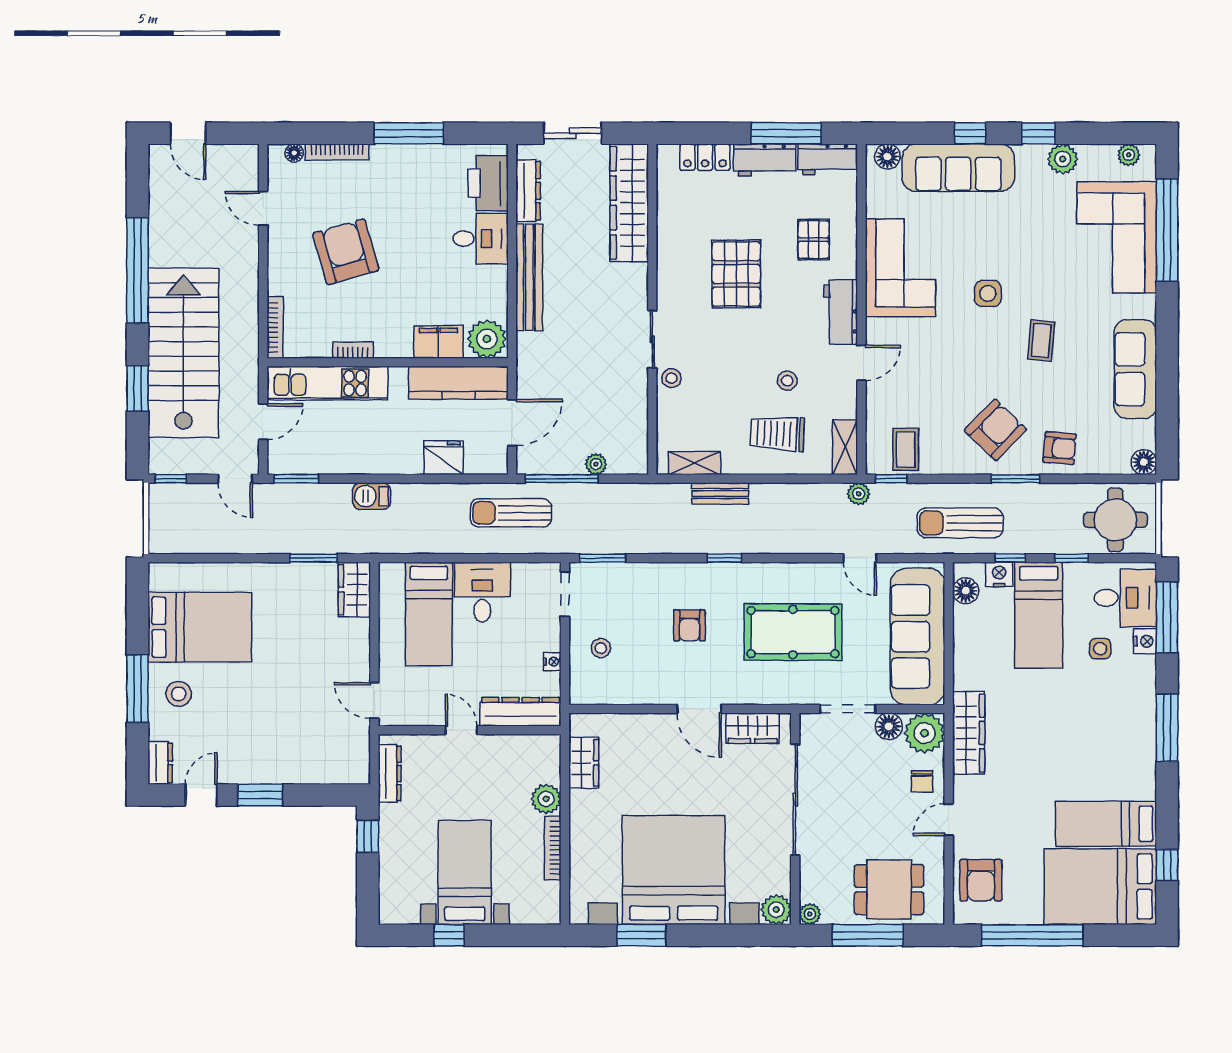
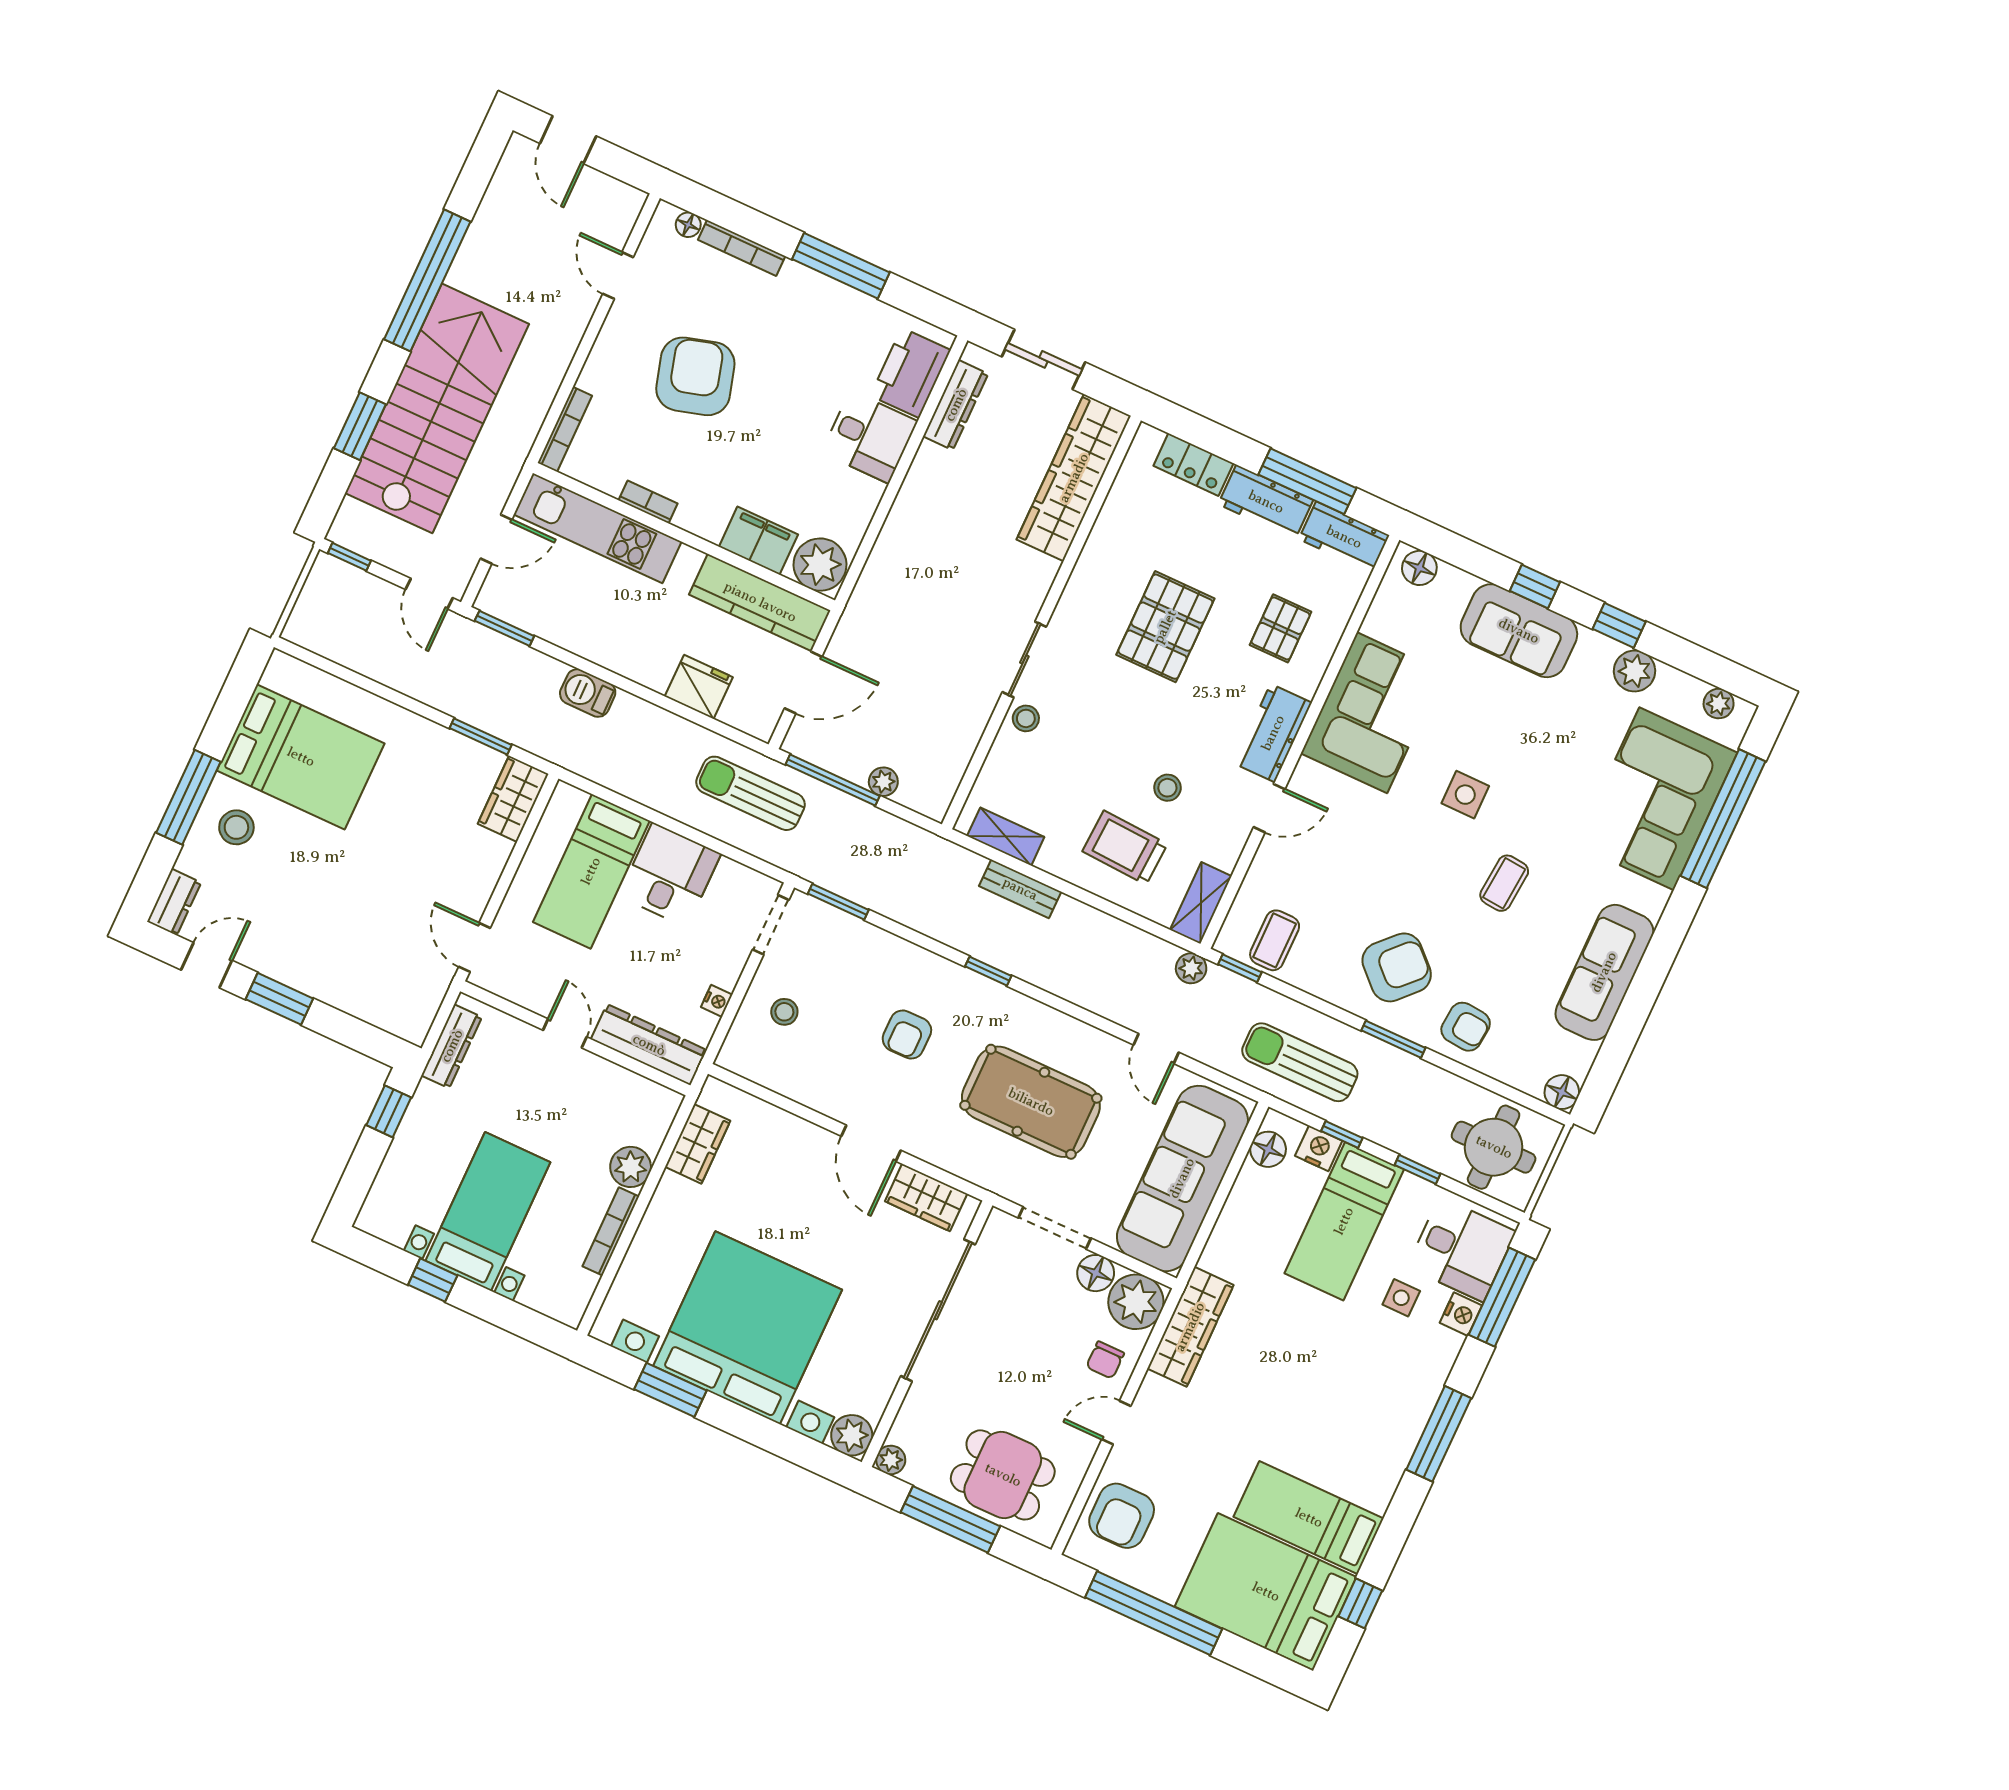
sofa: (958, 168) -> (1519, 631), width x0.73
bench: (529, 277) -> (908, 513), removed

